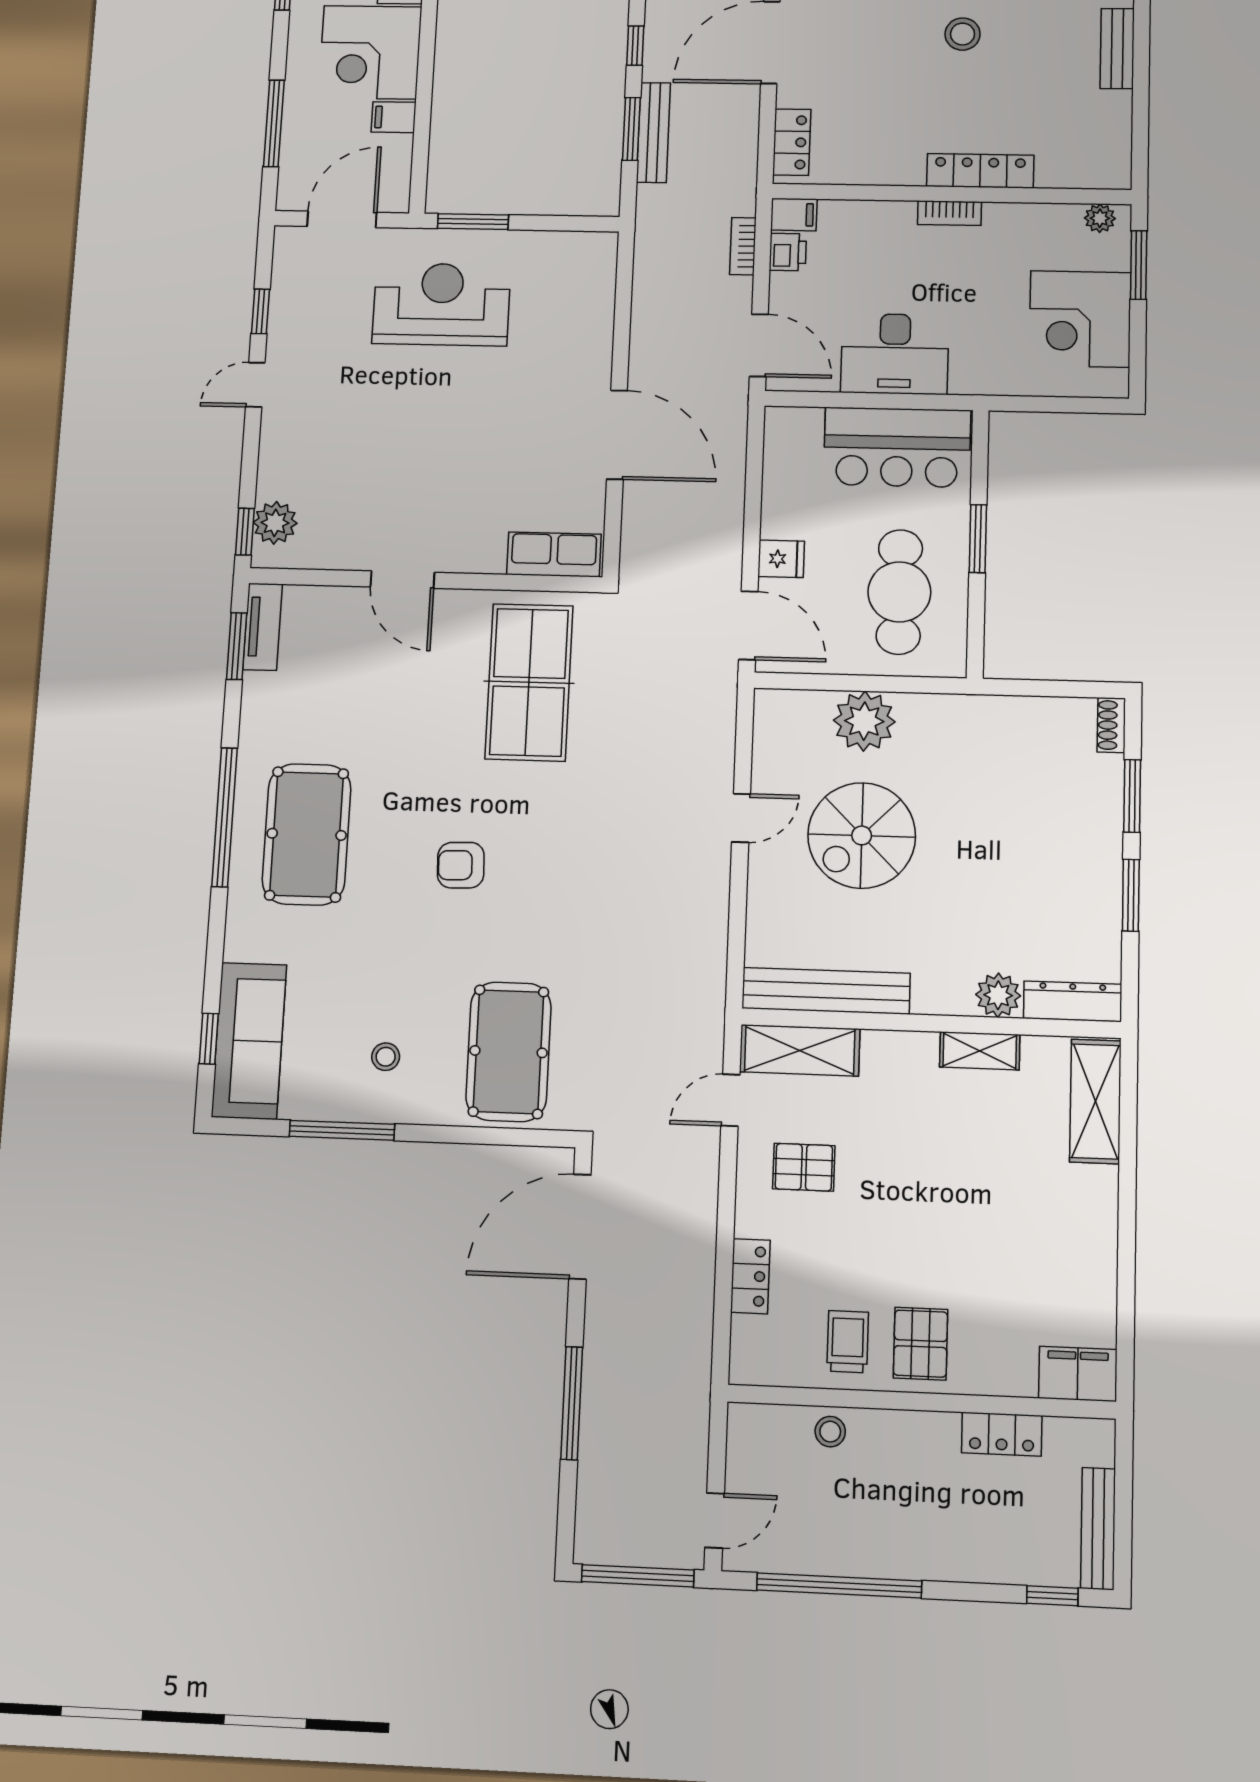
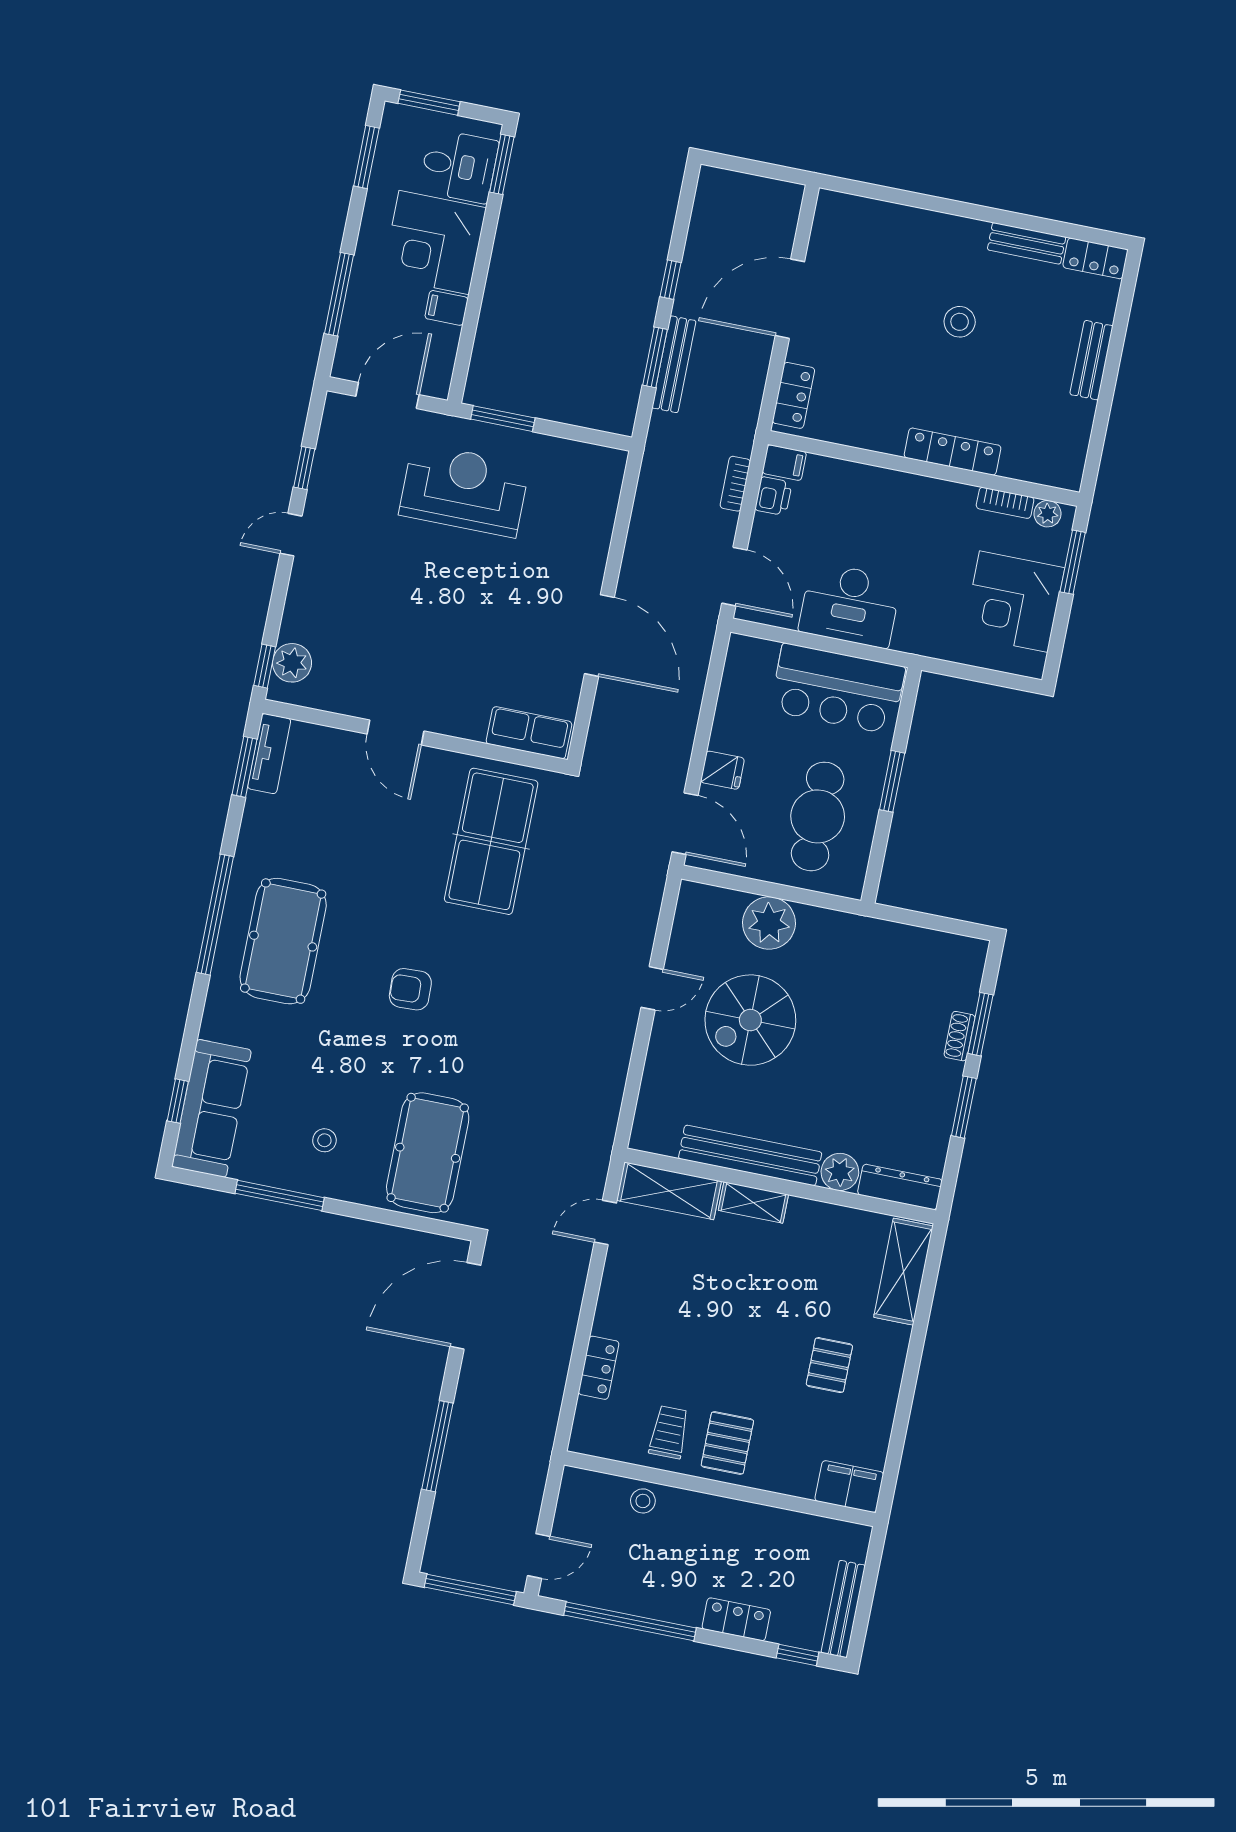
bookcase: (949, 213) -> (1005, 503), moved
shoe rack: (1111, 725) -> (959, 1036), moved
bench: (826, 991) -> (750, 1155), moved
shelving: (980, 1051) -> (753, 1203), moved
pallet: (804, 1167) -> (829, 1365), moved, turned 90
locker: (1002, 1434) -> (736, 1619), moved, turned 180

